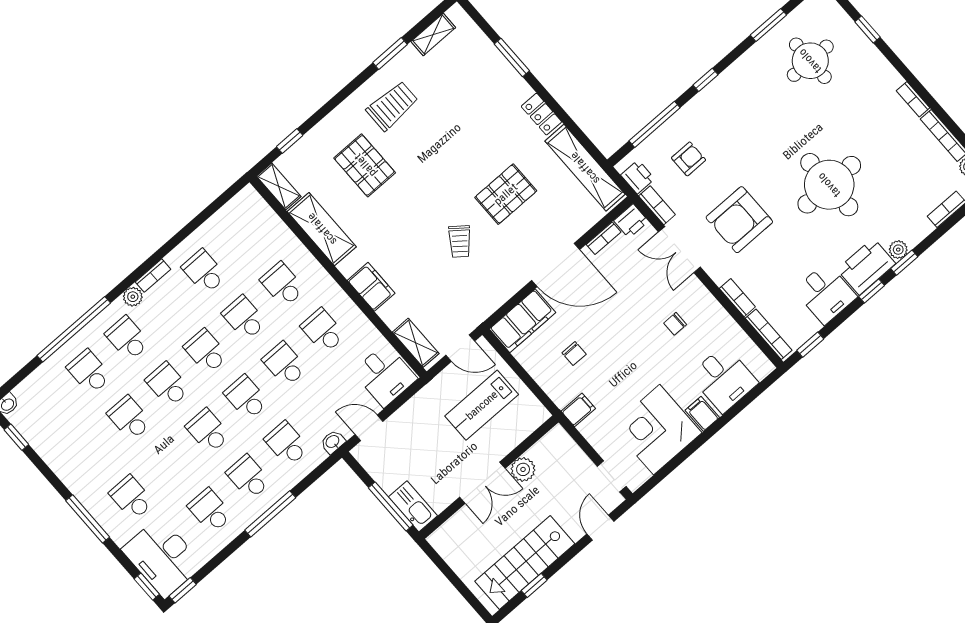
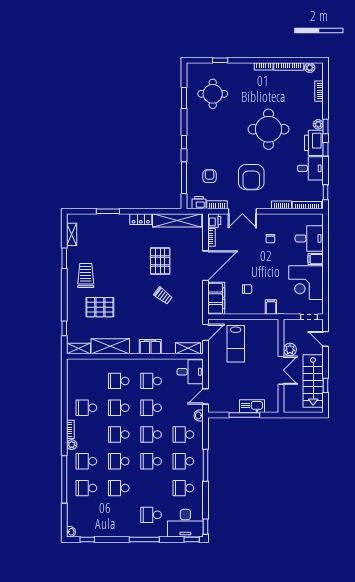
plant: (523, 469) -> (290, 349), moved
wall: (489, 477) -> (281, 366), moved
double door: (482, 483) -> (281, 370), moved

